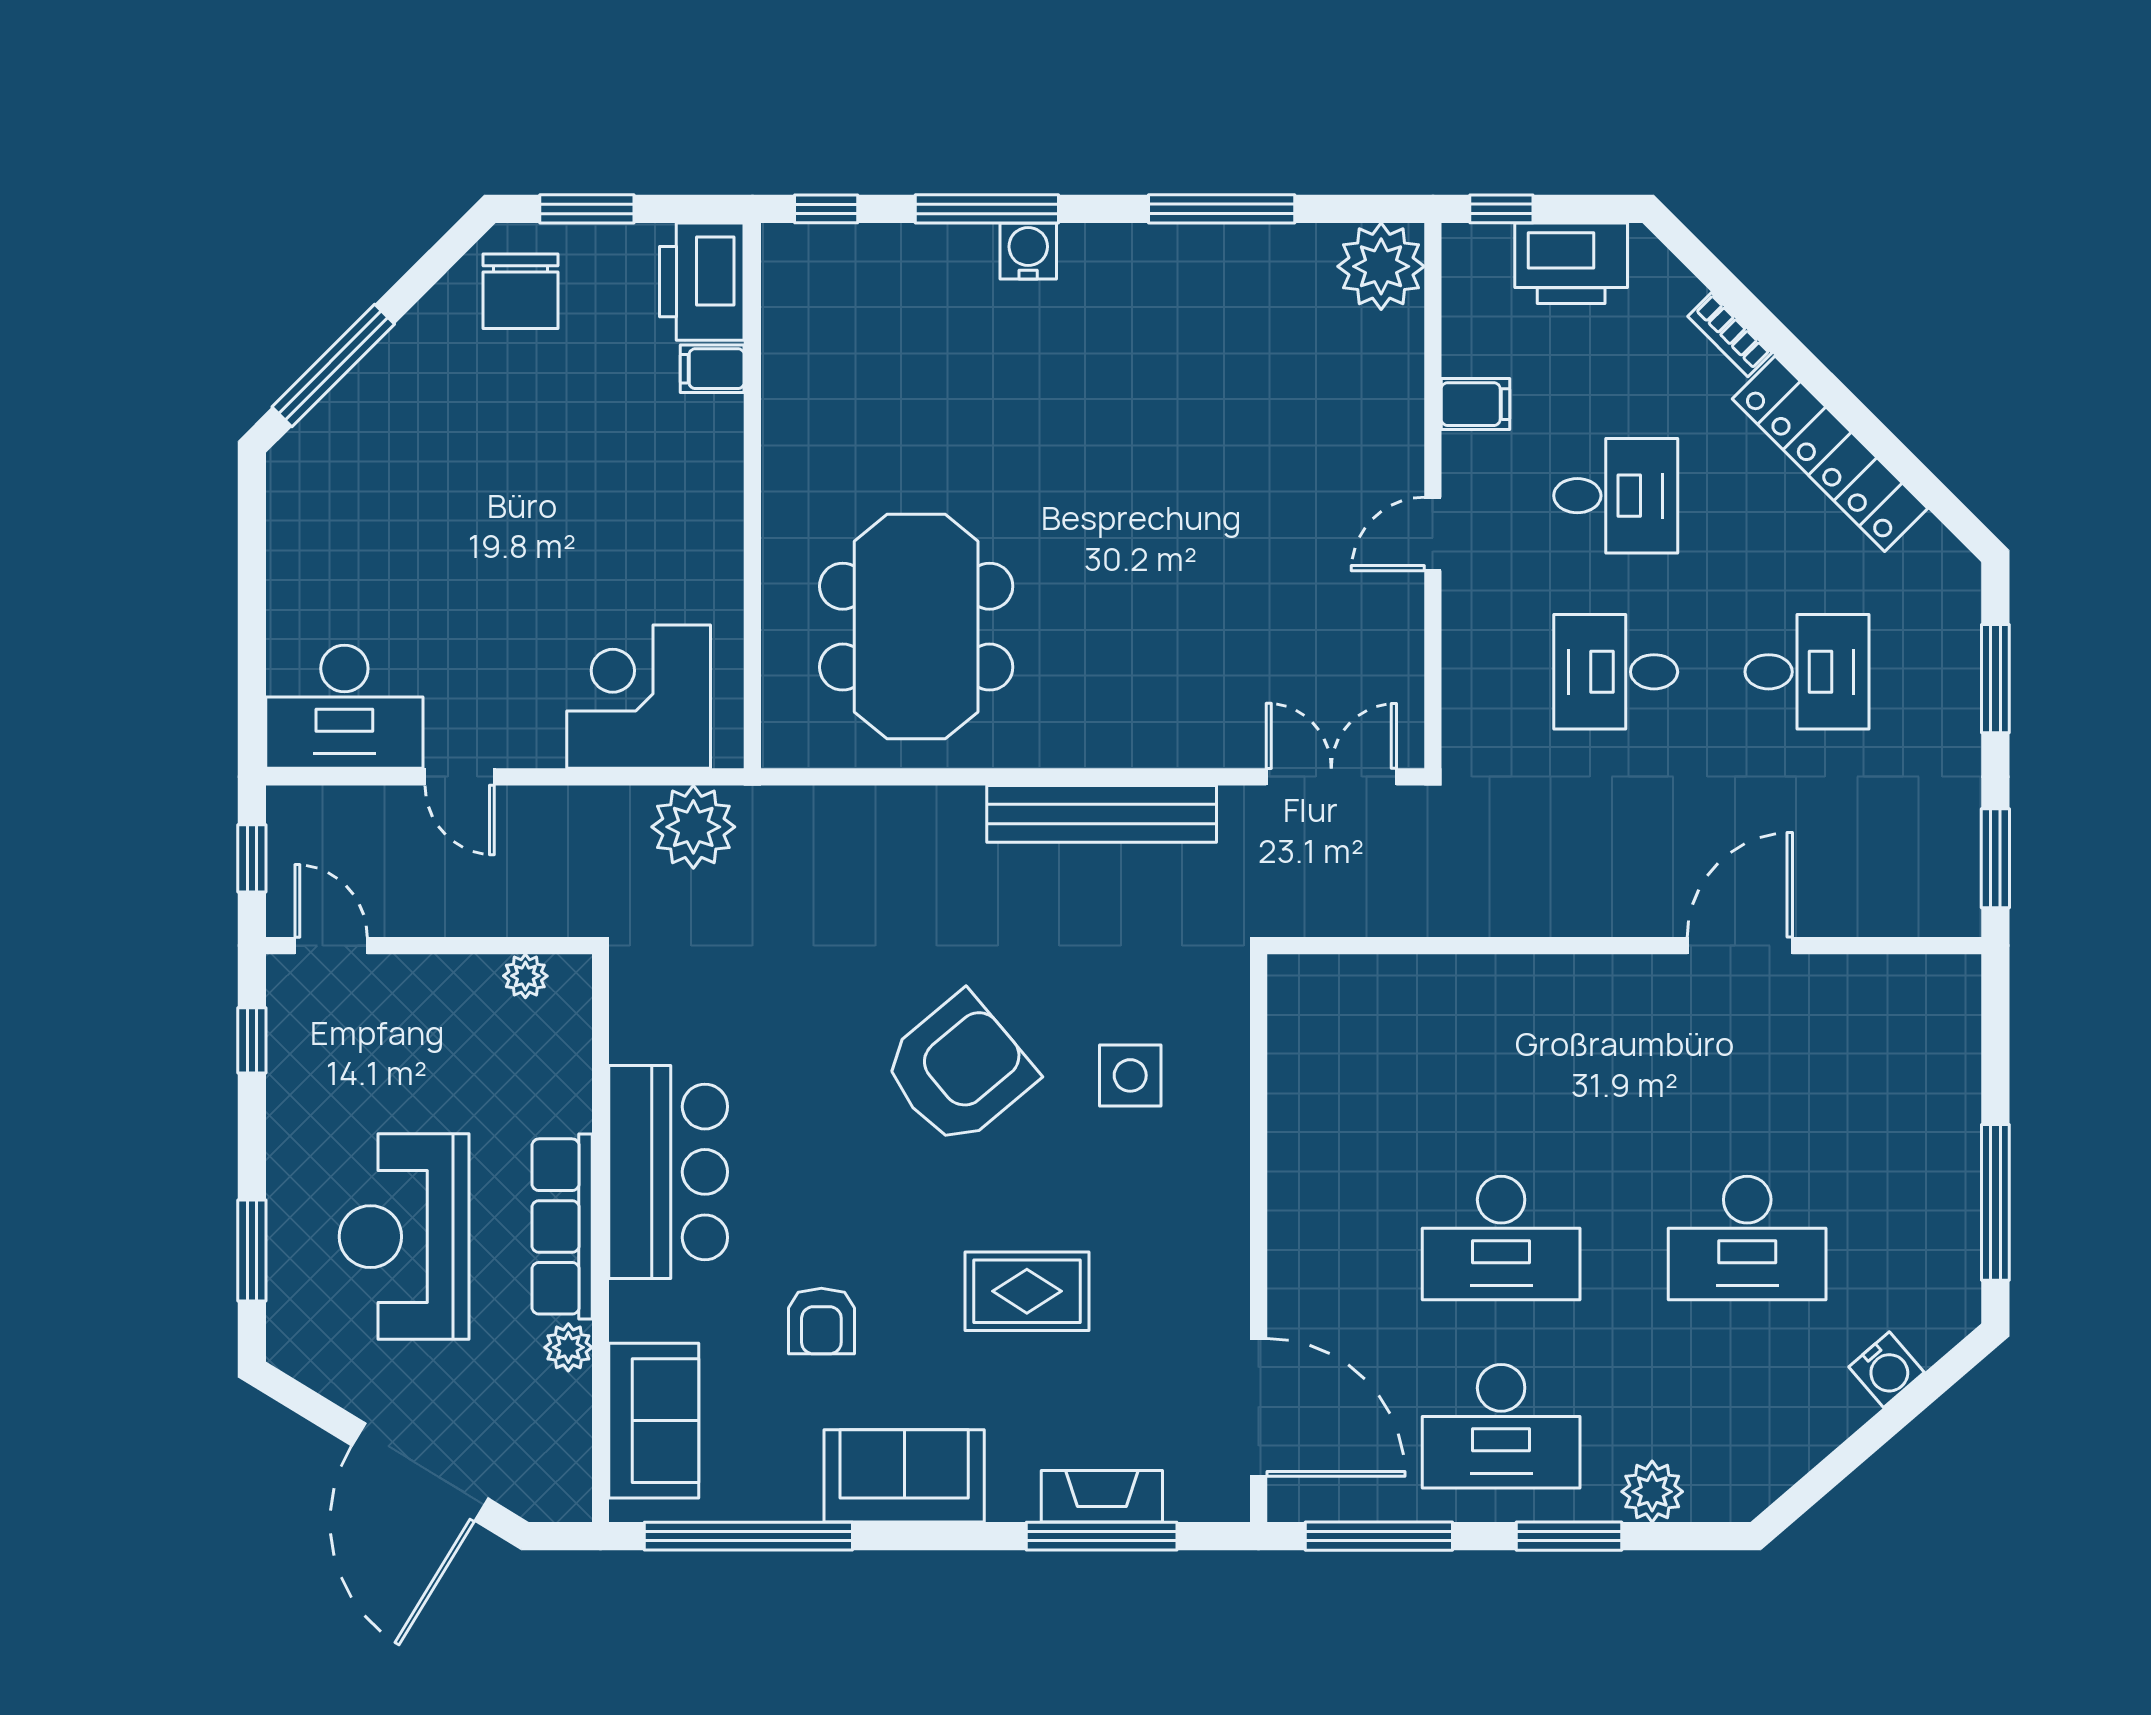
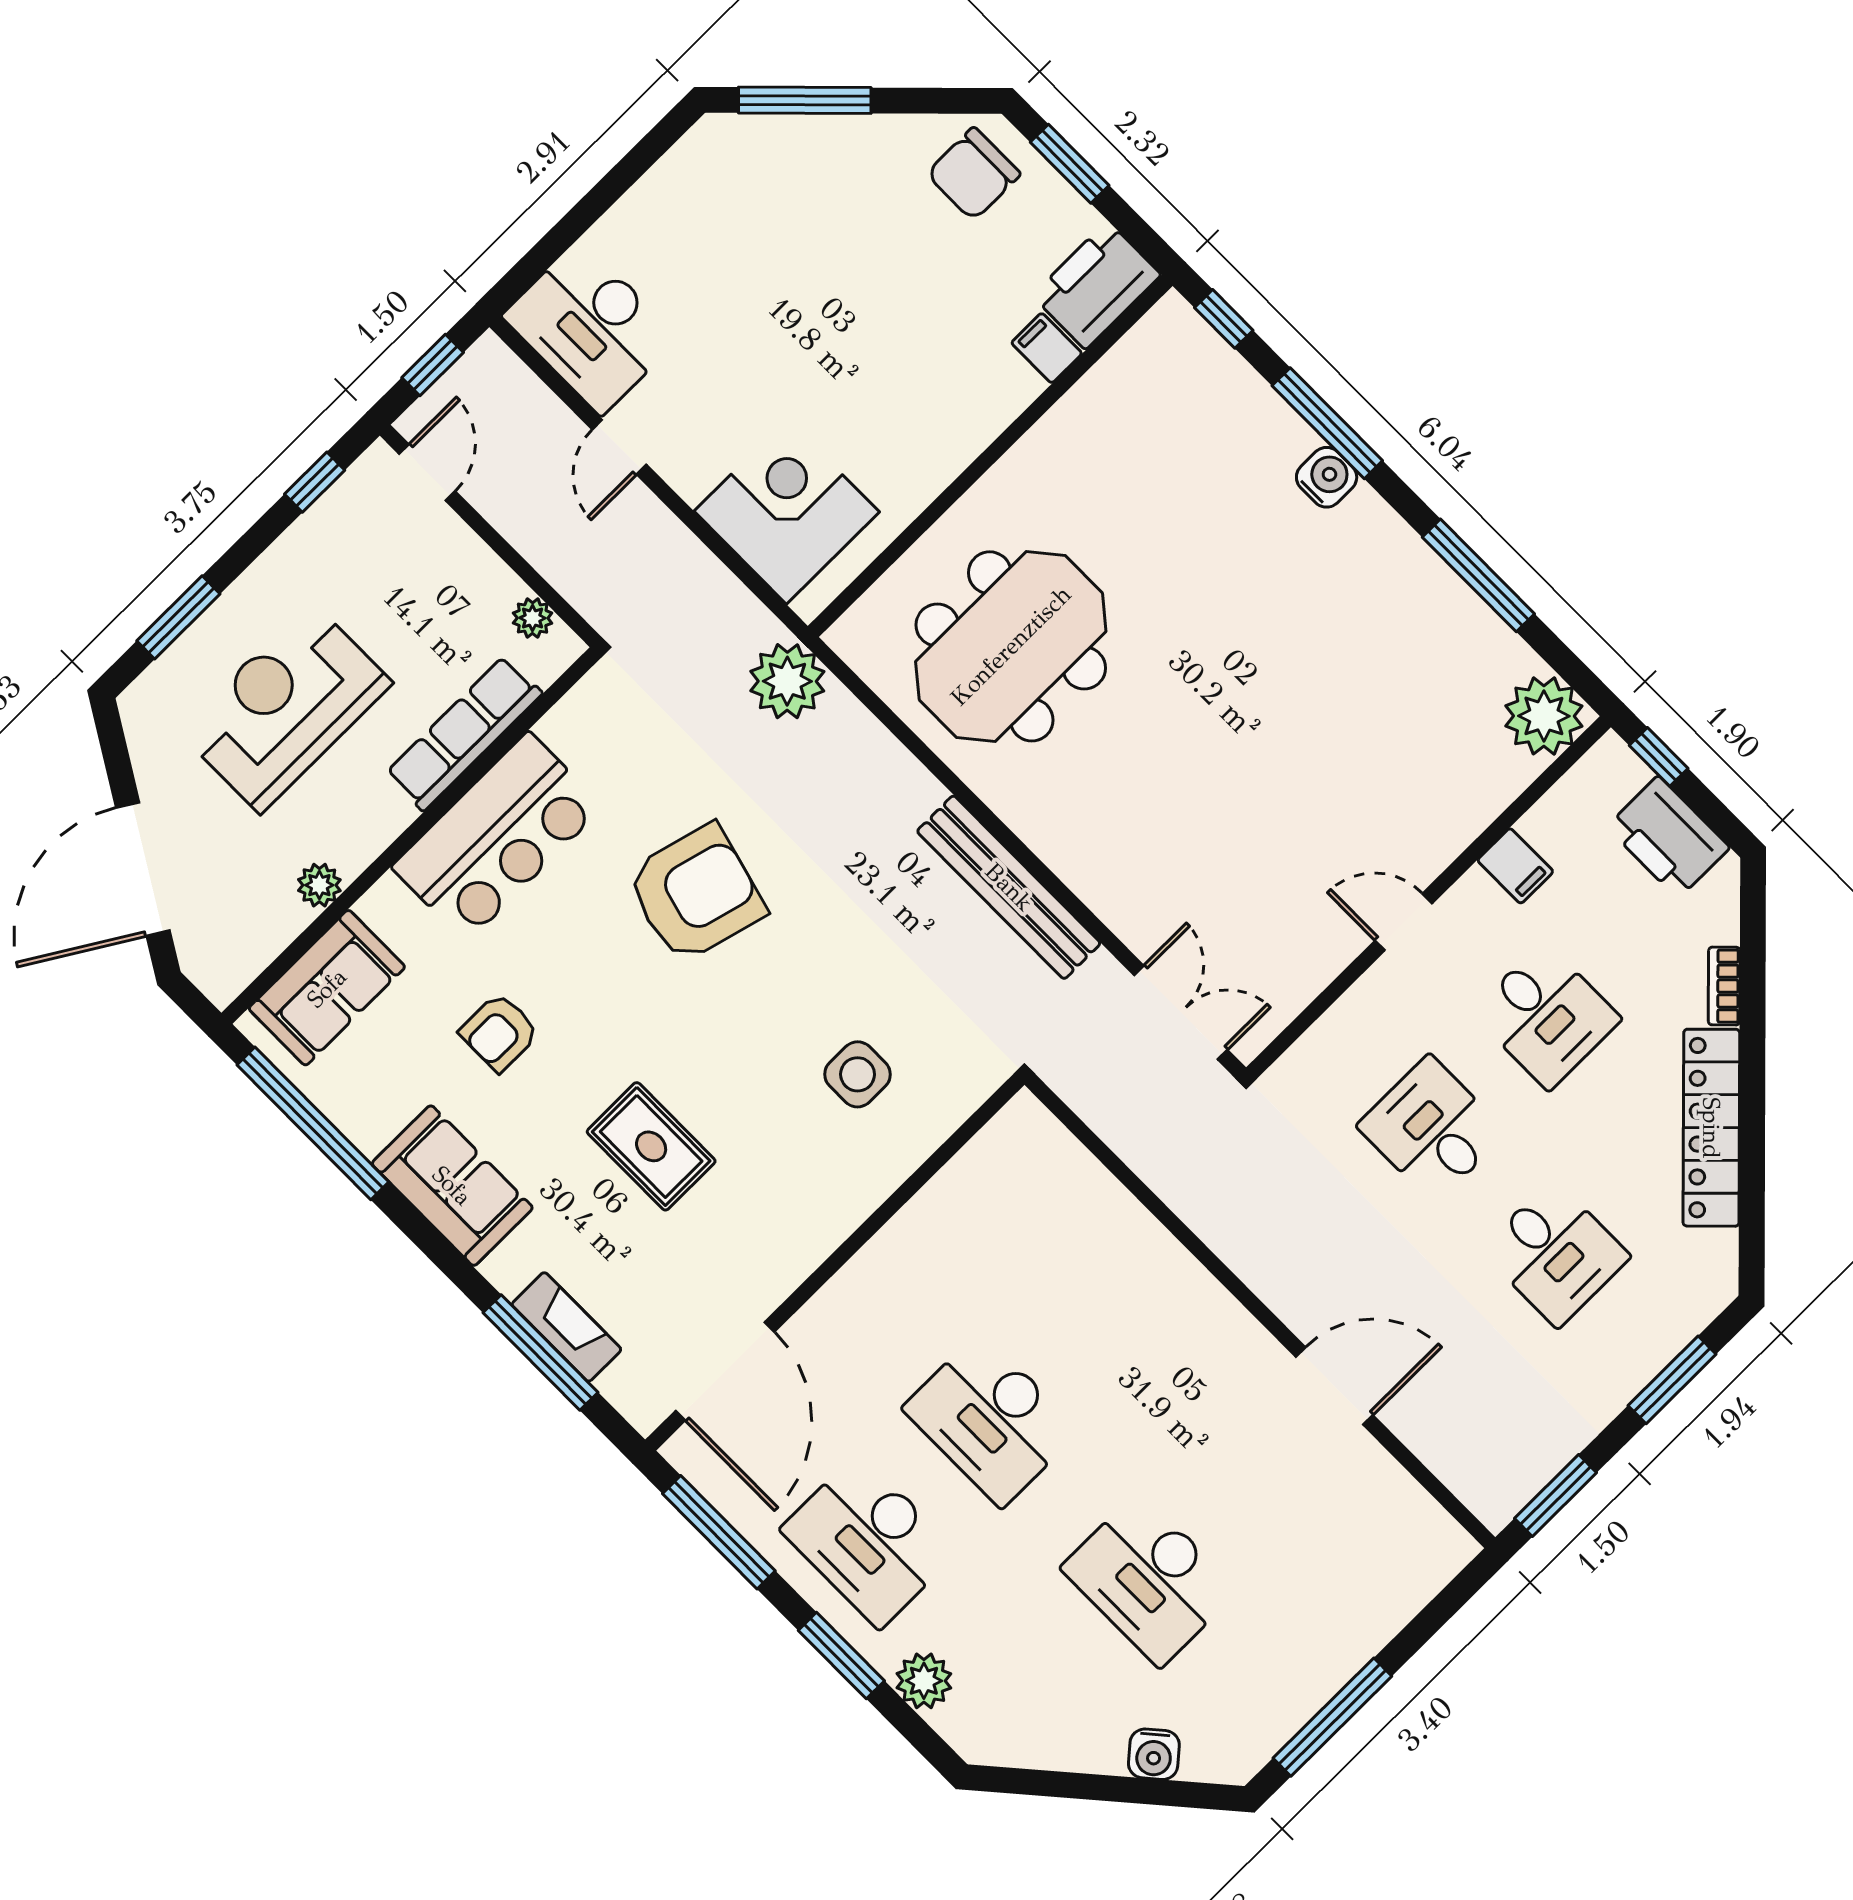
plant: (693, 827) -> (787, 681), moved
armchair: (959, 1070) -> (696, 893), moved, turned -35
row of seats: (562, 1226) -> (464, 733), moved

